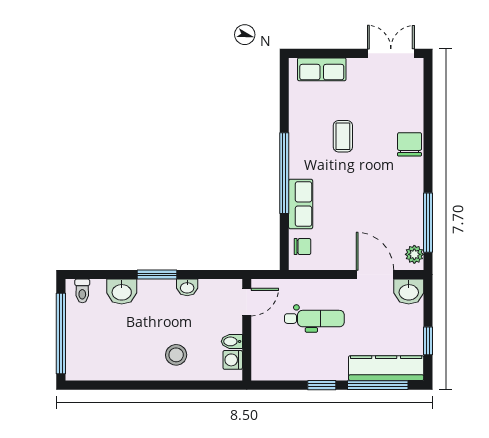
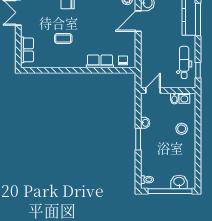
window: (284, 173) -> (83, 70), removed
washbasin: (122, 292) -> (179, 182), moved, turned -90
door: (247, 302) -> (153, 91), hinge flipped
dental chair: (314, 319) -> (184, 62), moved
window: (322, 385) -> (198, 70), moved

